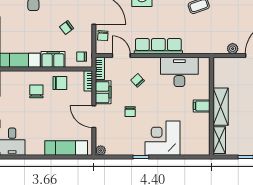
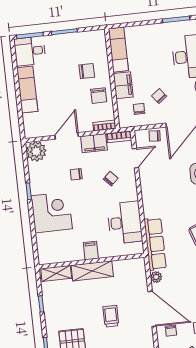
row of seats: (158, 46) -> (155, 244), moved
chair: (82, 57) -> (139, 109), moved
exam couch: (66, 148) -> (27, 89), moved
plant: (101, 151) -> (36, 151), width x1.87, depth x1.87

